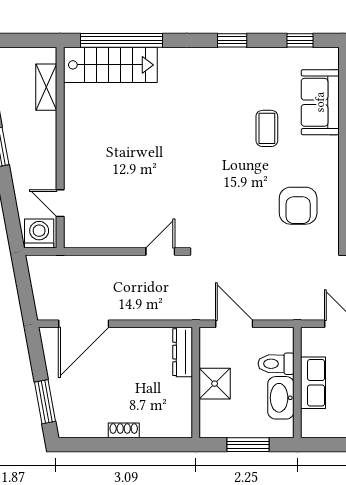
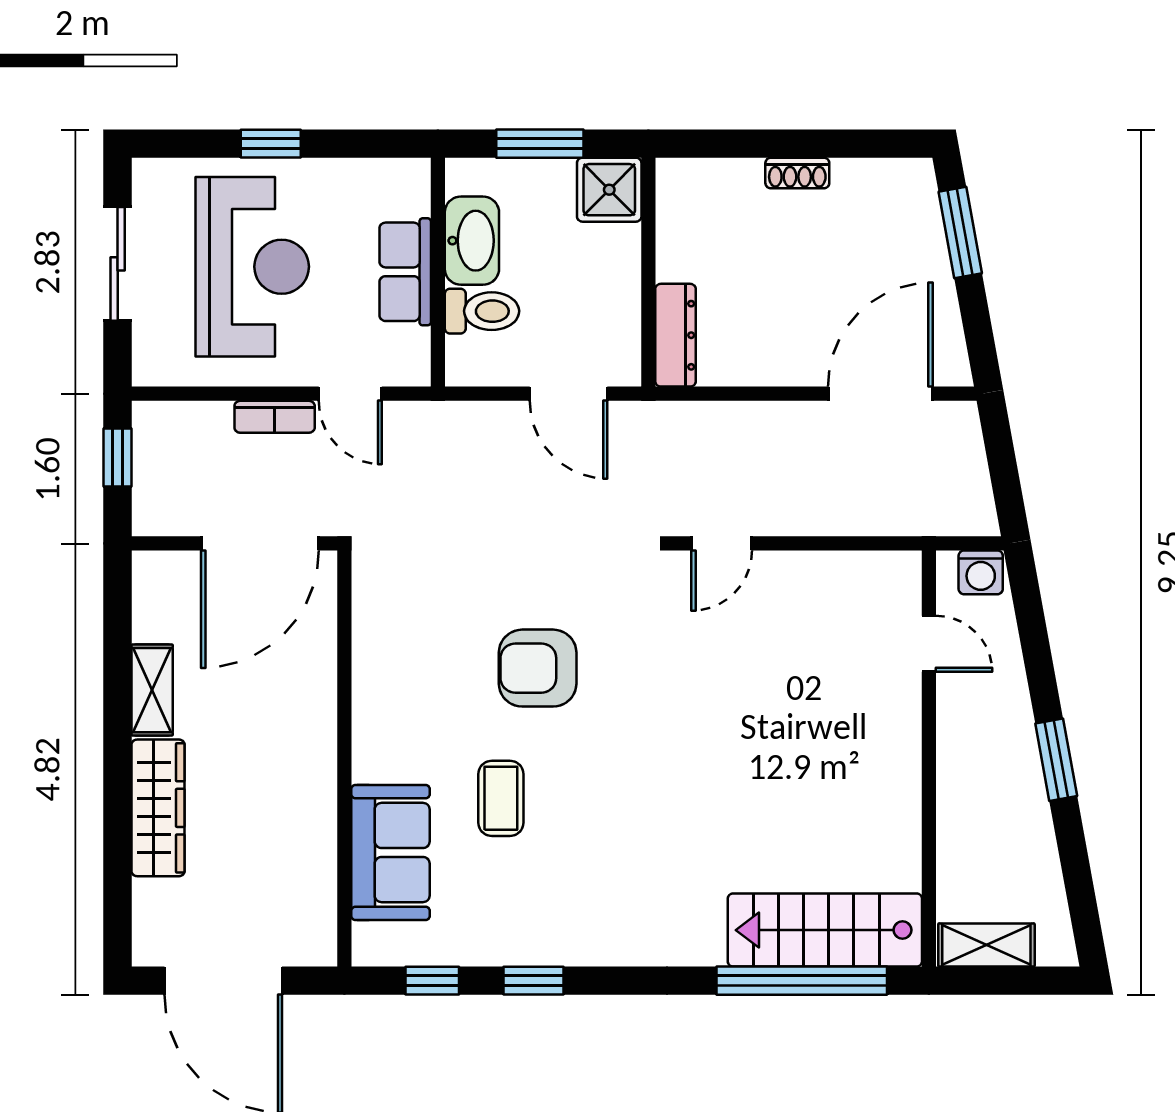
window: (232, 40) -> (534, 981), moved
shelving: (46, 87) -> (986, 945), moved, turned 90
armchair: (298, 206) -> (538, 668), moved, turned -90
washing machine: (39, 234) -> (981, 572), width x0.73, depth x0.73
shower: (215, 384) -> (609, 190), moved

